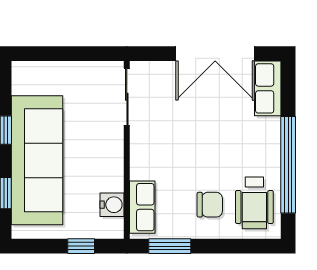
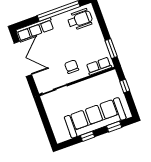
row of seats: (268, 88) -> (35, 29), width x1.48
water cooler: (112, 205) -> (102, 79), removed
chair: (210, 205) -> (72, 67), moved

